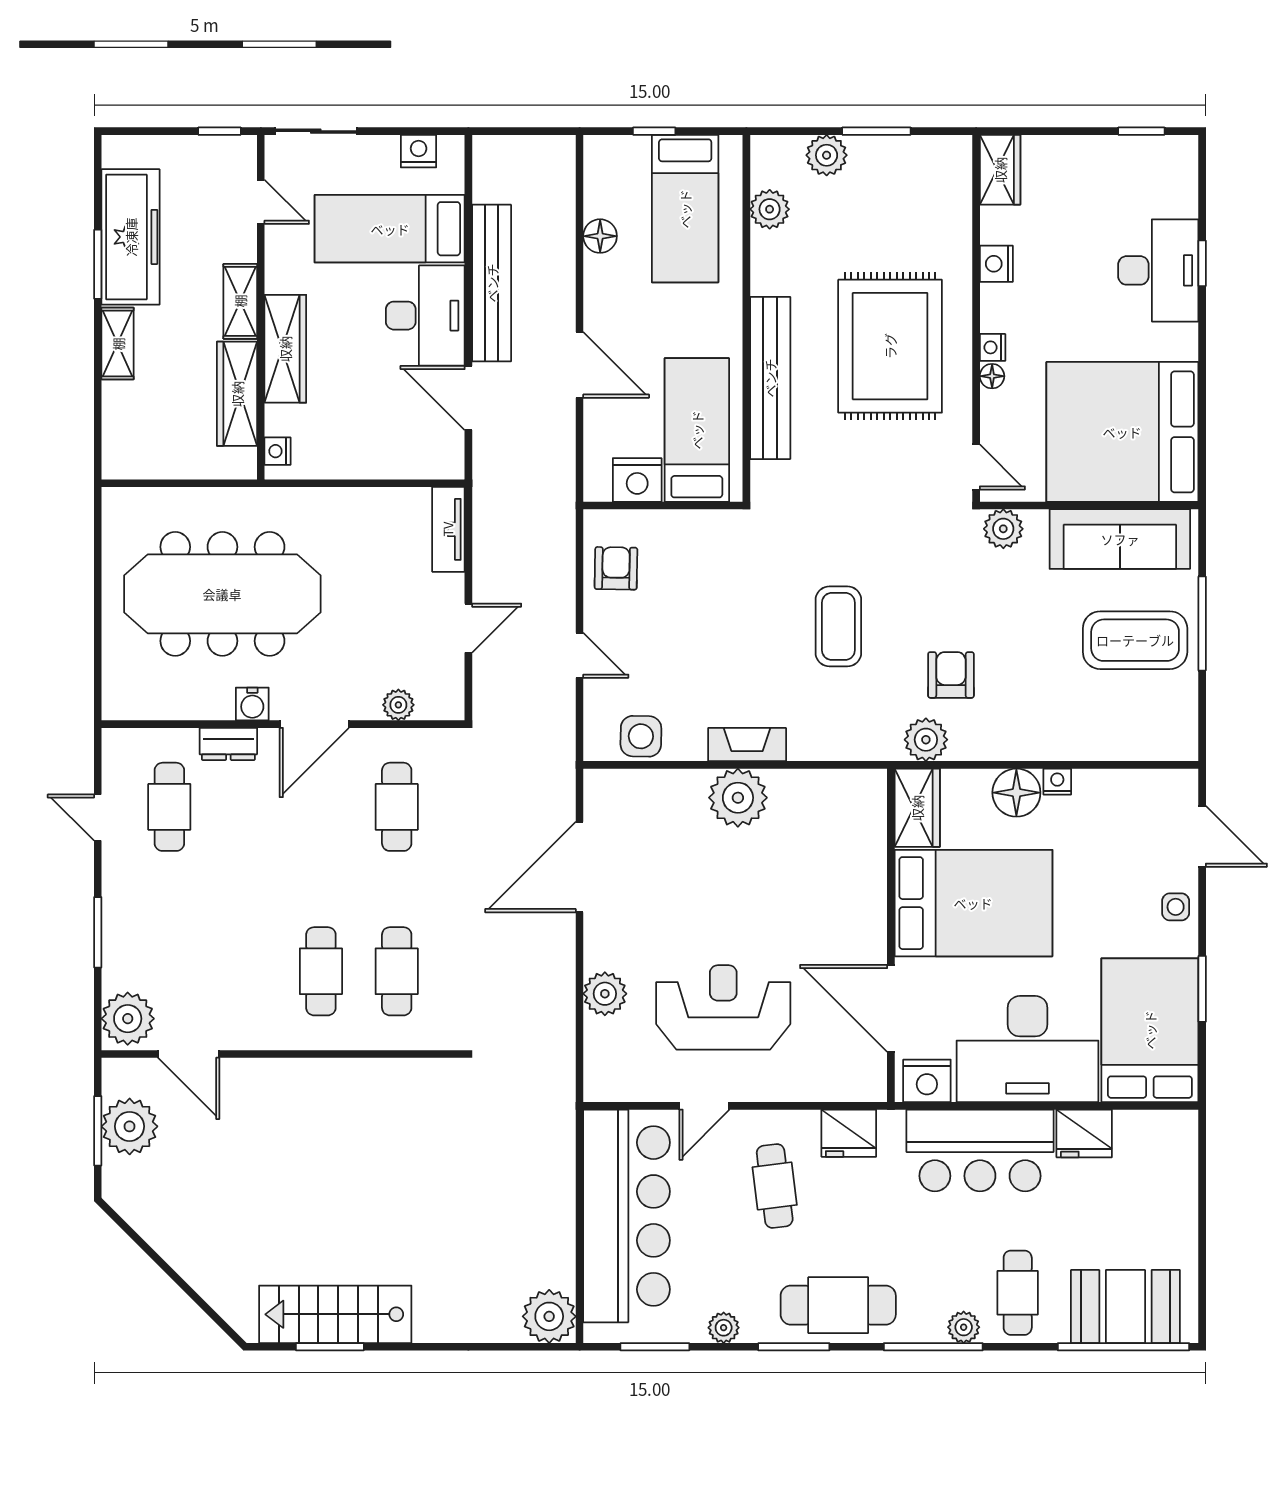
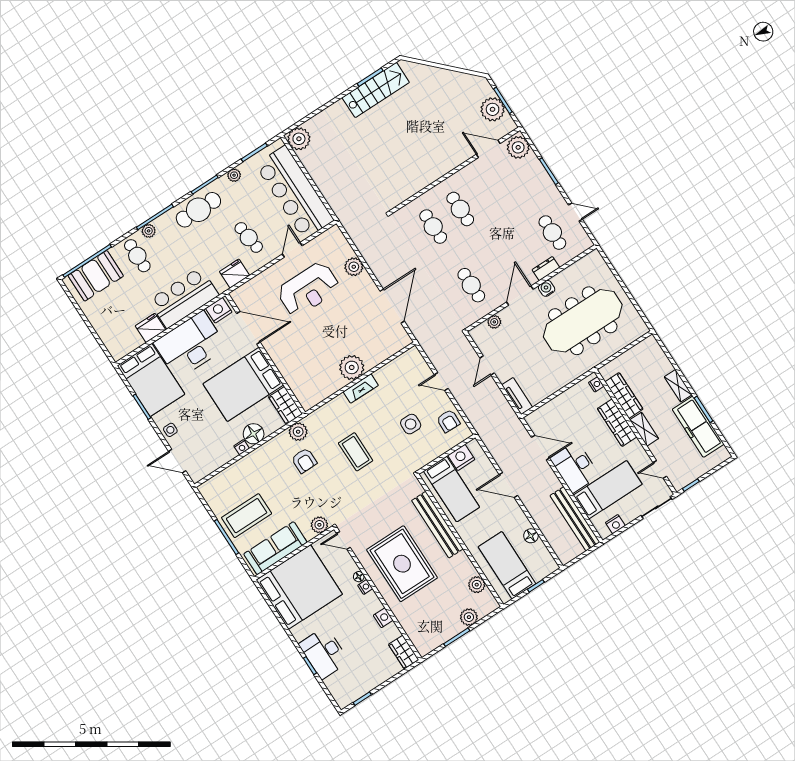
bench: (492, 283) -> (575, 519), moved
side table: (641, 736) -> (411, 424), moved

